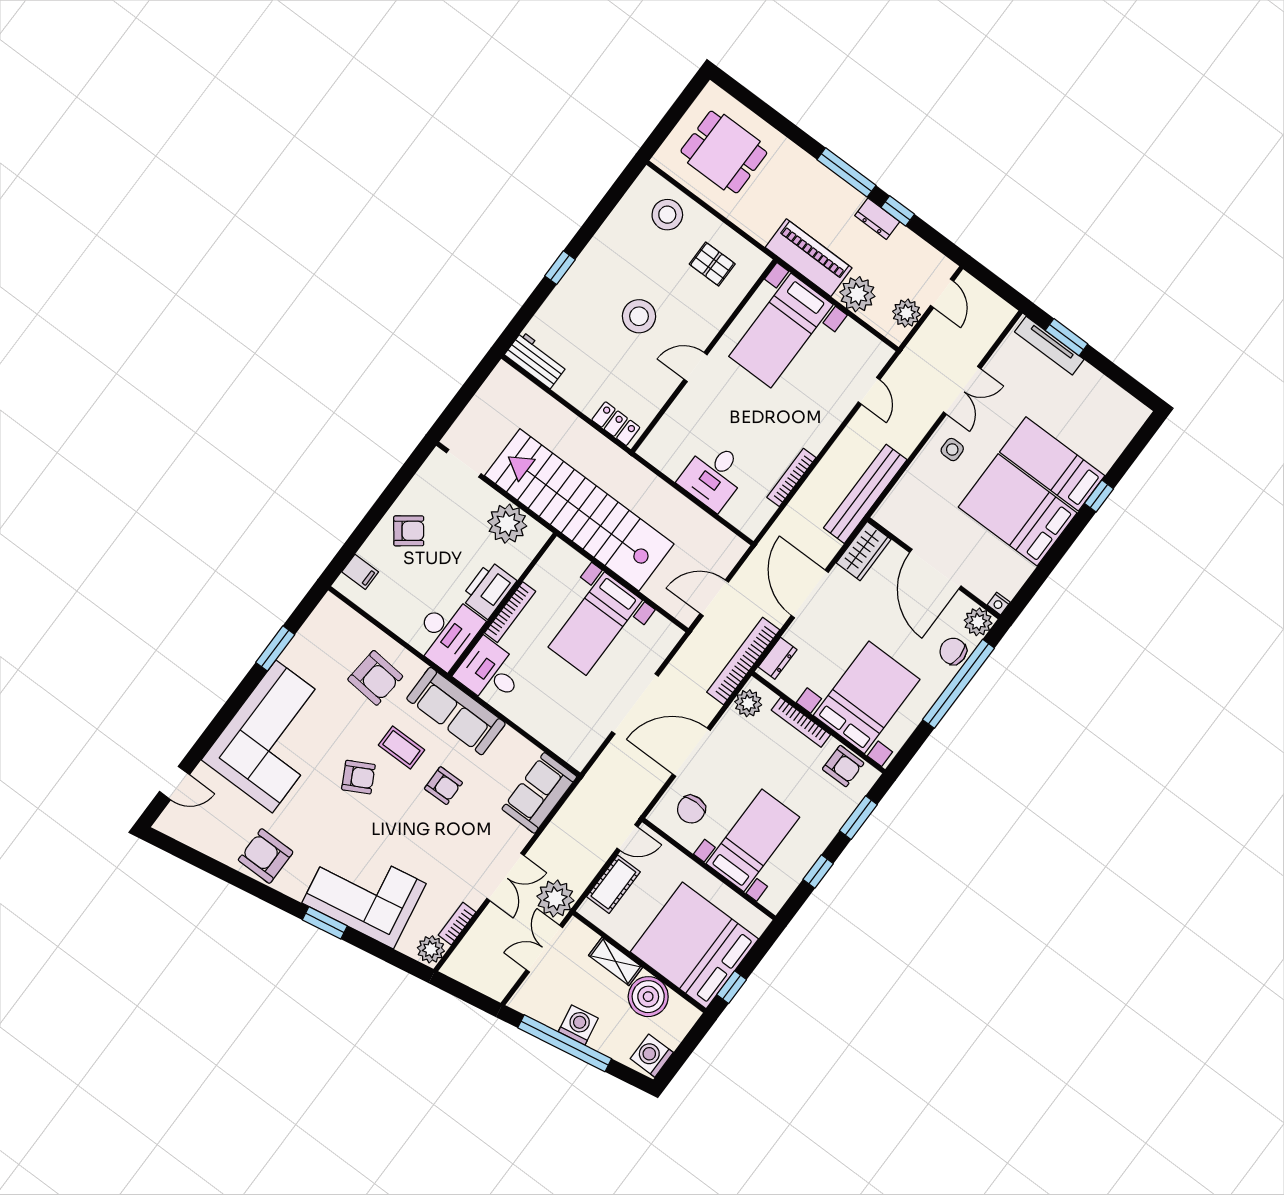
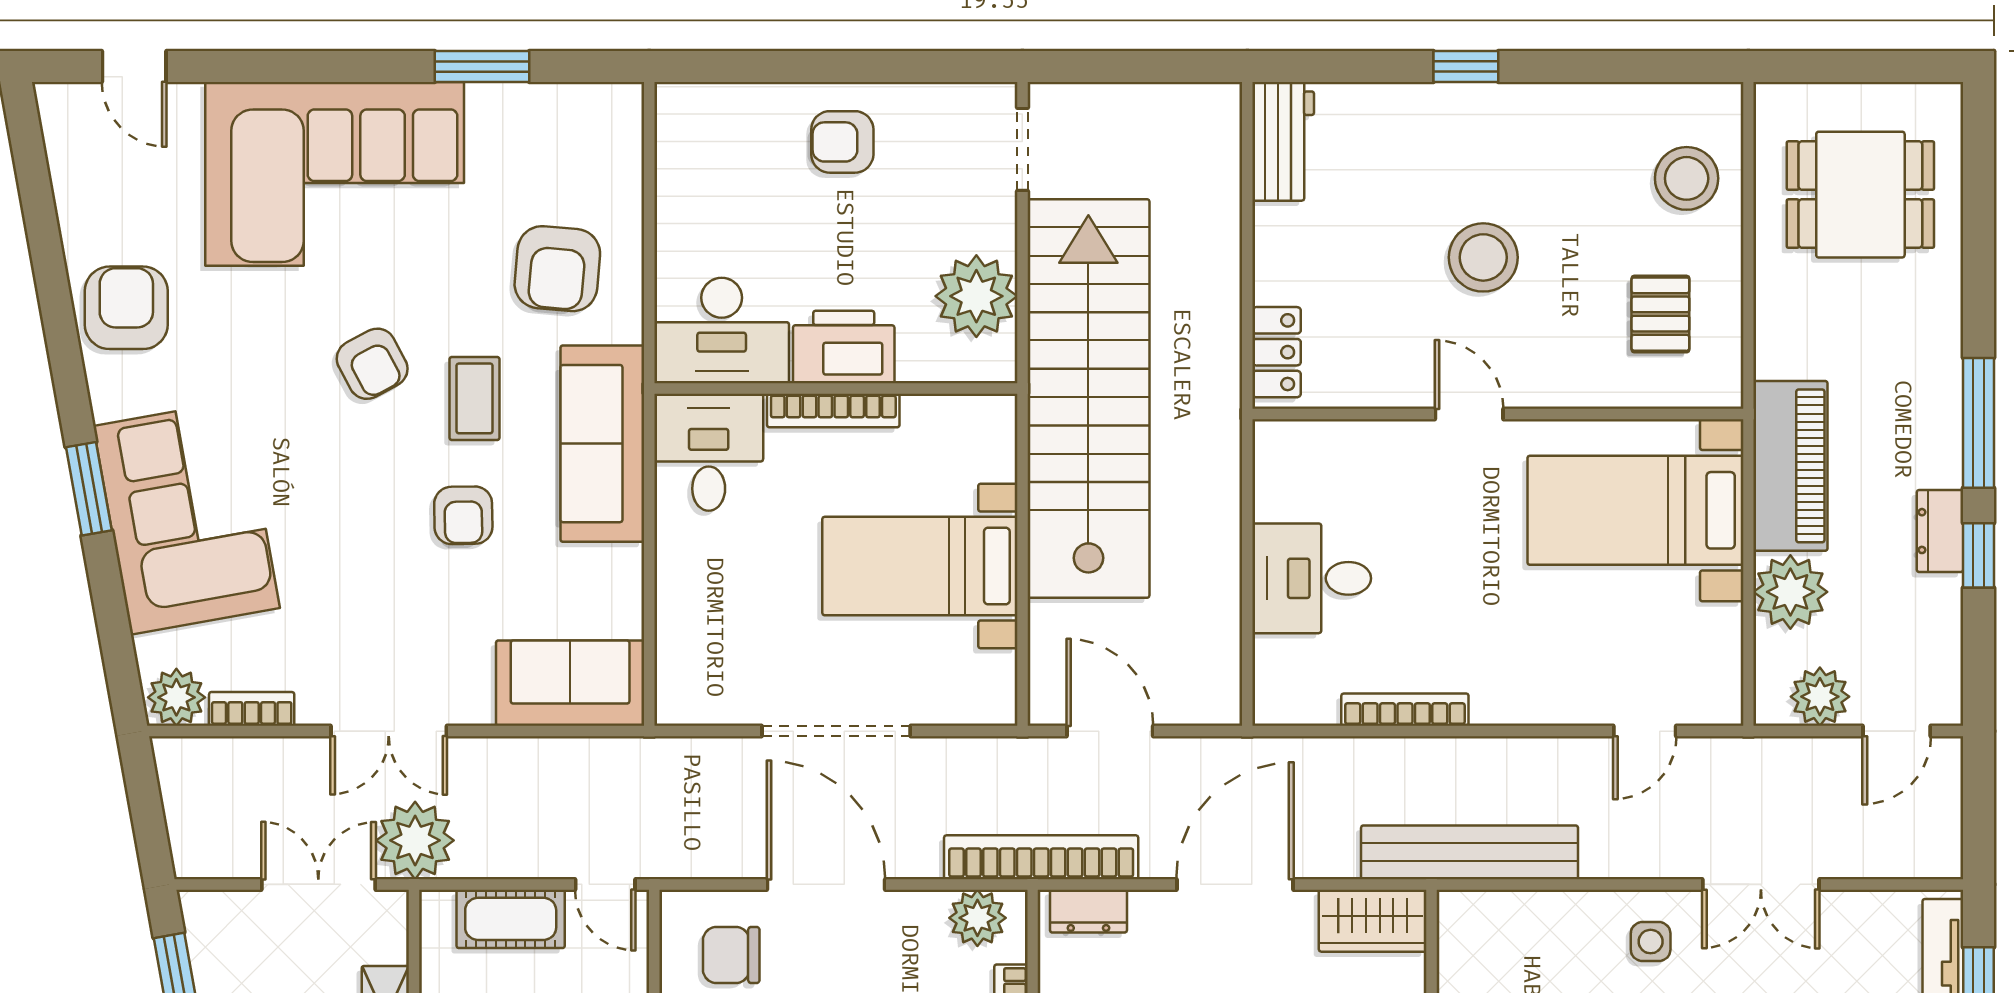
dining table: (724, 152) -> (1860, 195), turned 90
armchair: (409, 531) -> (842, 142), turned 127
filing cabinet: (360, 572) -> (714, 112), removed

